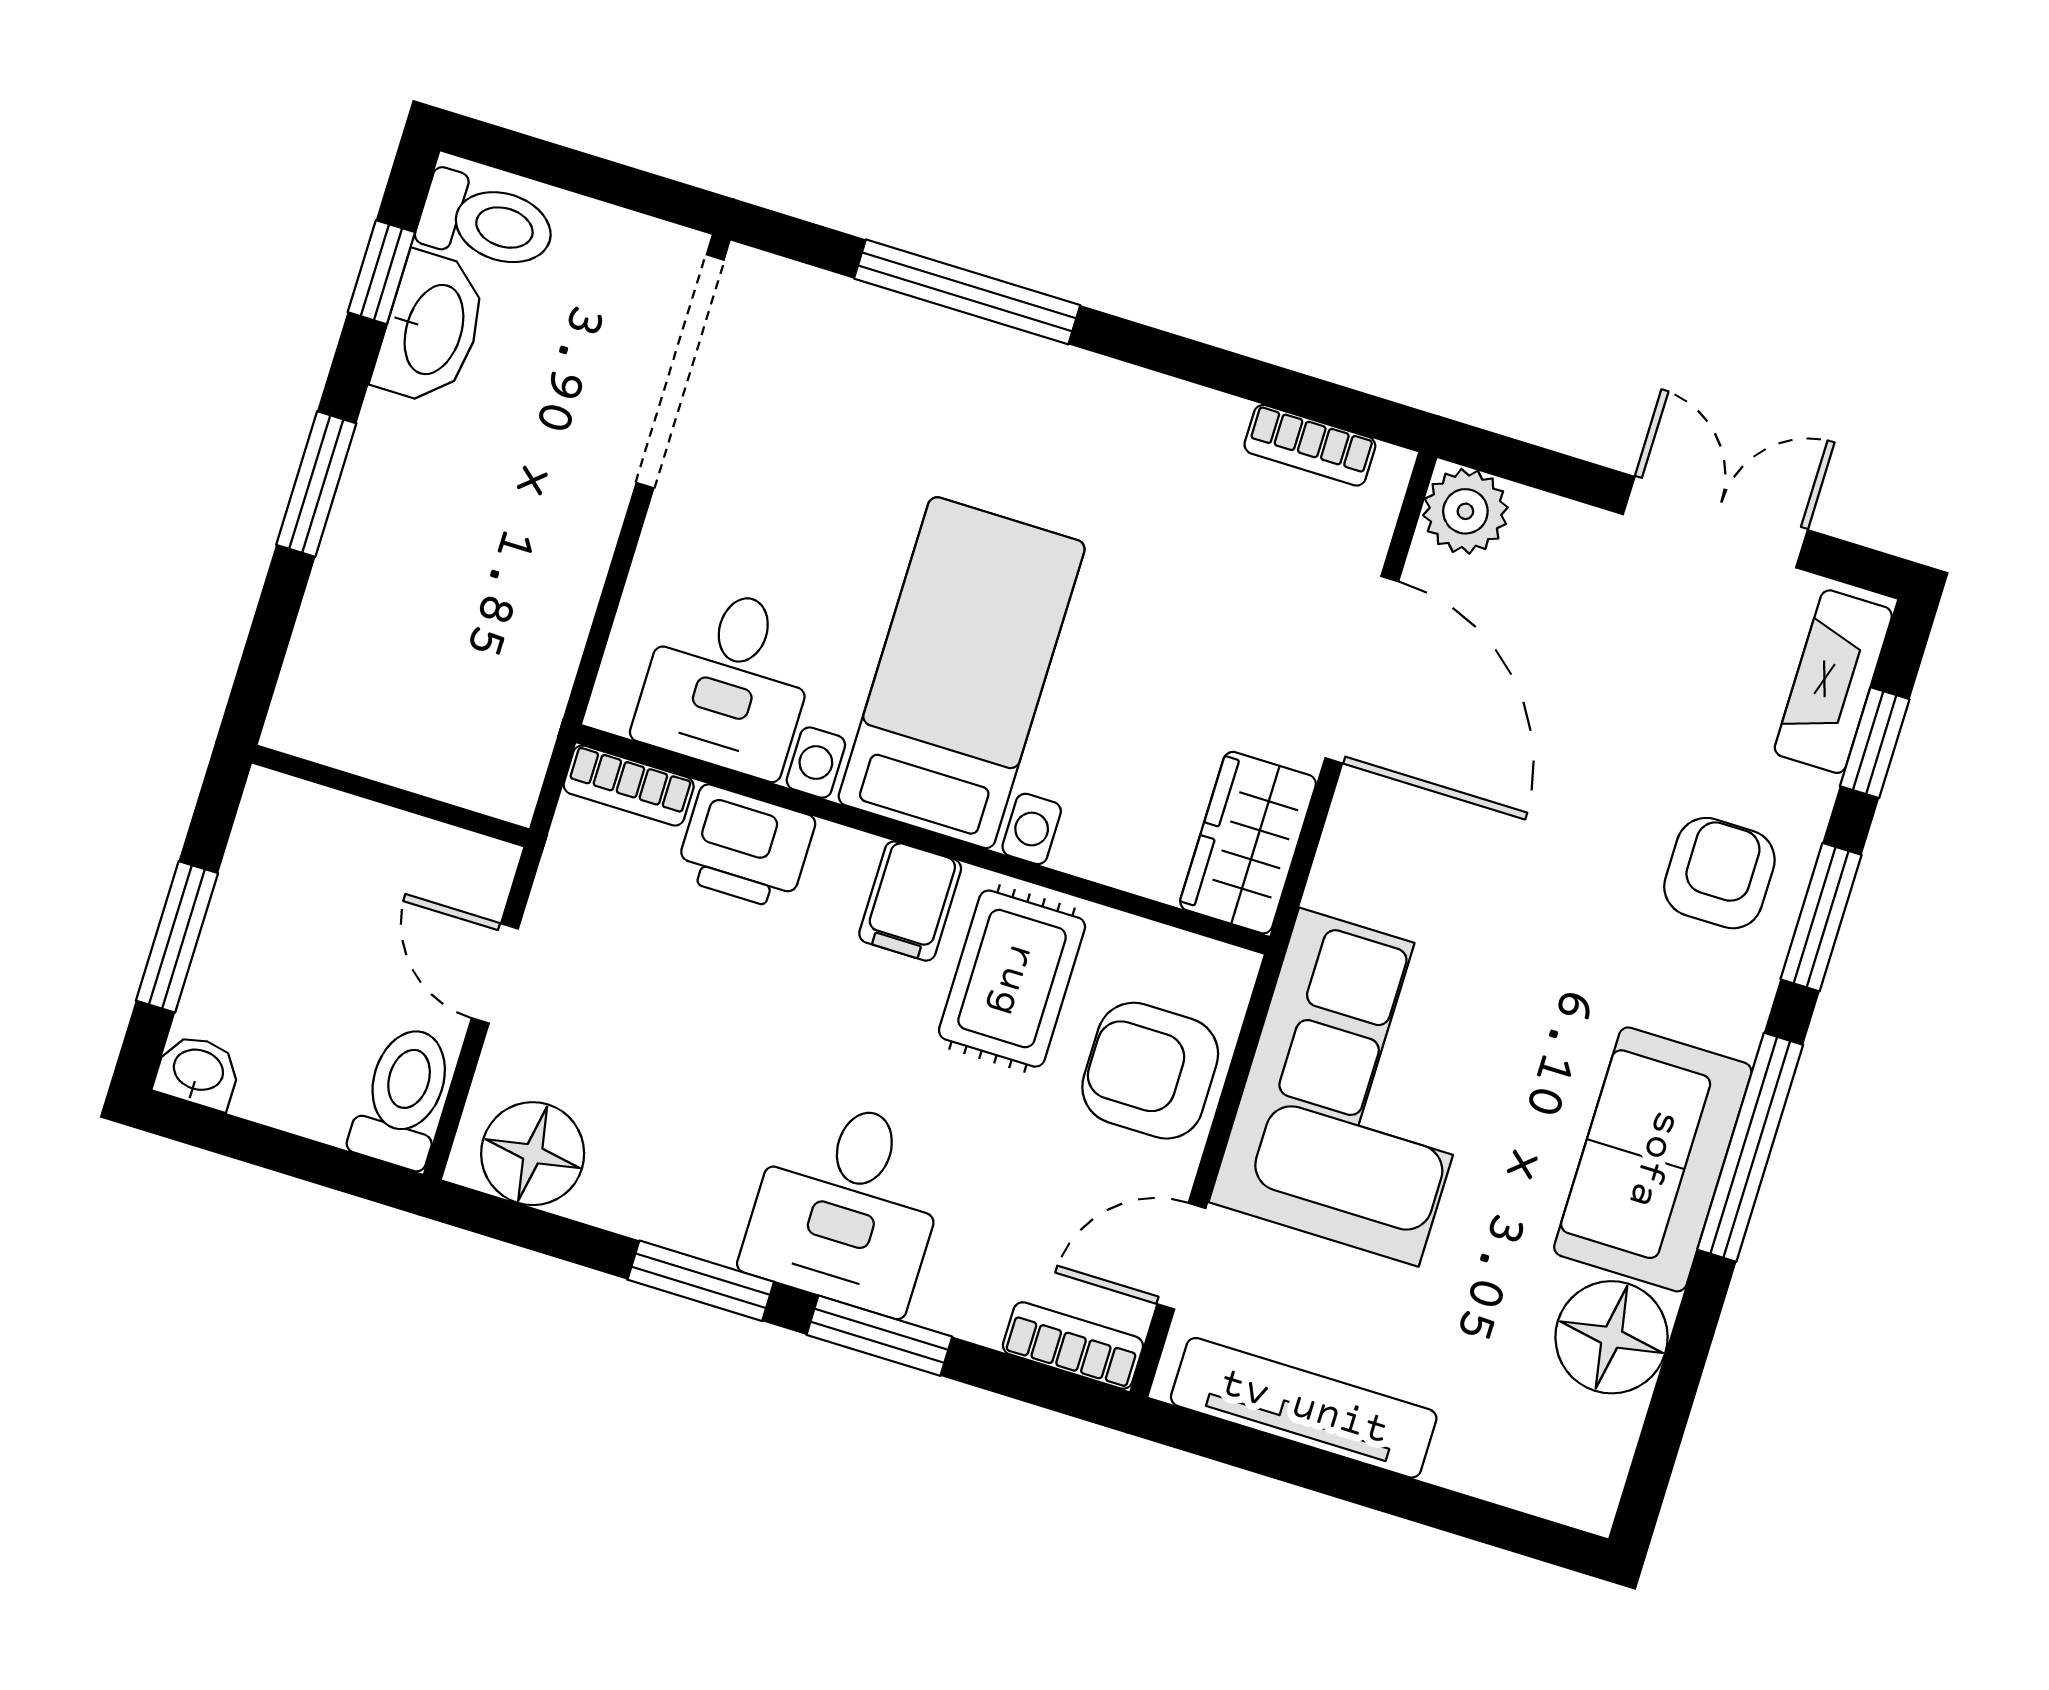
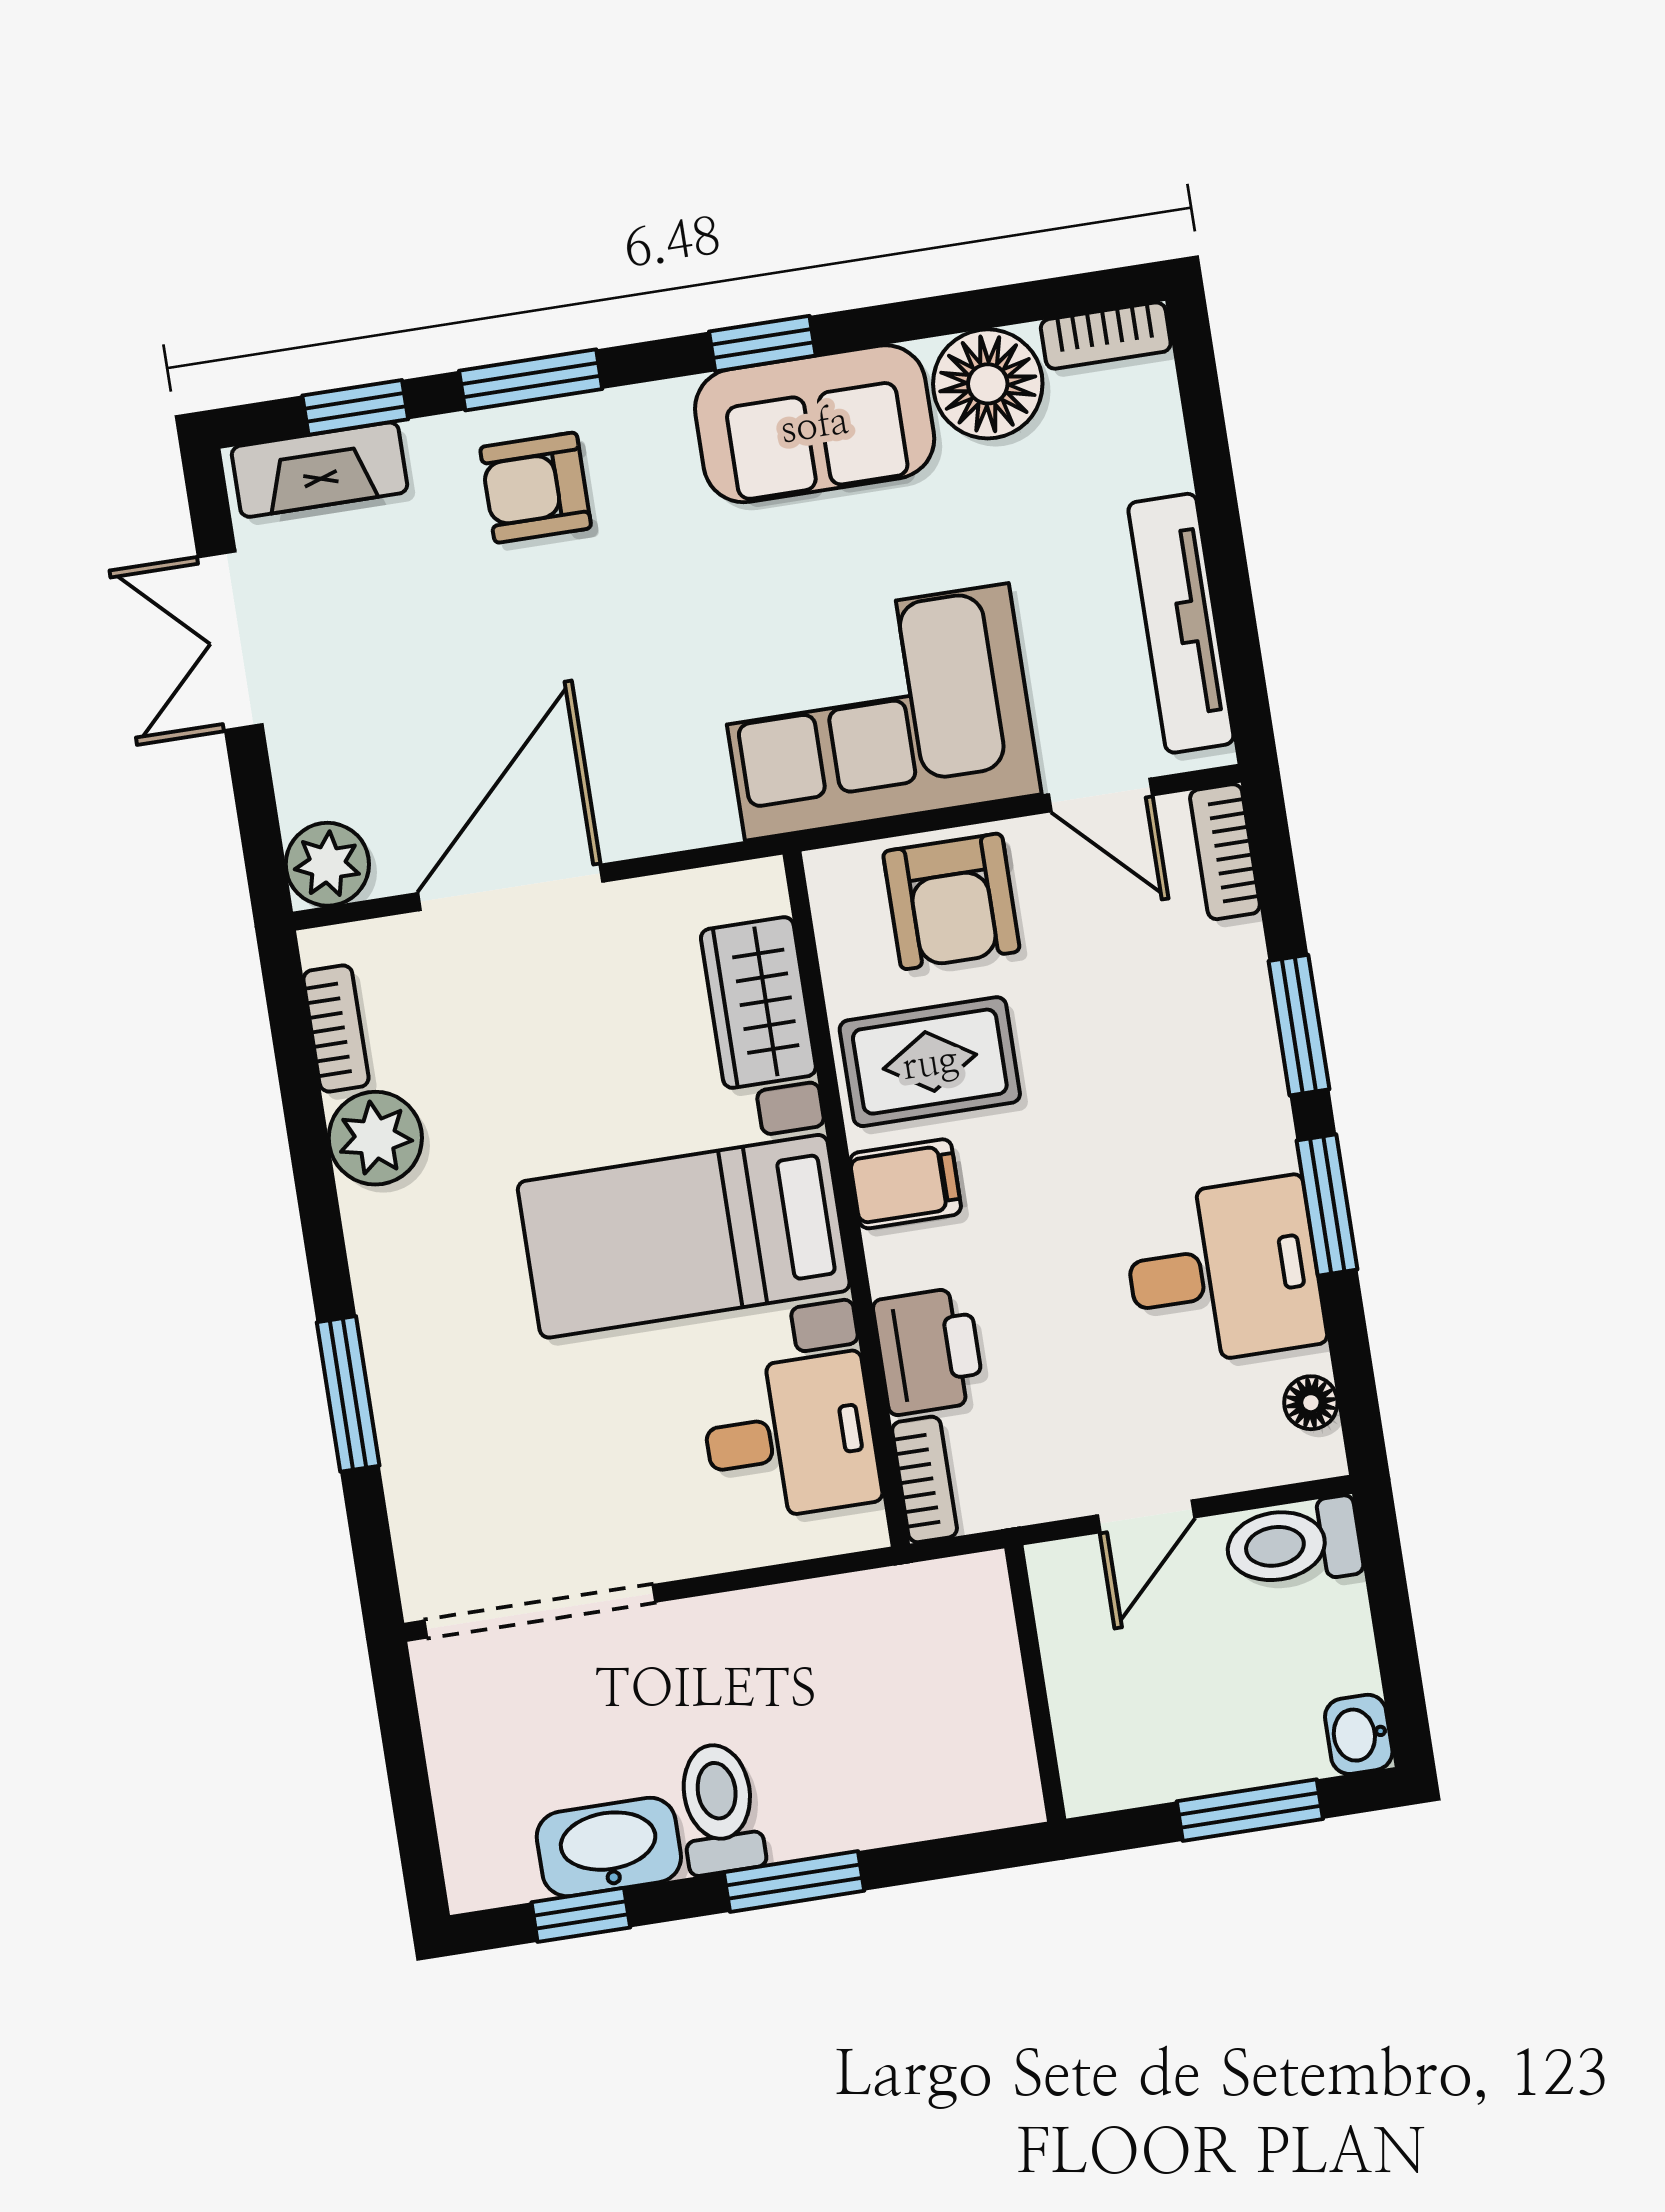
toilet: (487, 222) -> (719, 1808), moved
window: (967, 292) -> (348, 1394), width x0.69
plant: (1191, 432) -> (375, 1138), added
wardrobe: (1248, 843) -> (758, 1003), moved, turned 90
window: (1750, 1147) -> (762, 344), width x0.46
floor lamp: (533, 1154) -> (1311, 1403), width x0.53, depth x0.53
desk: (847, 1205) -> (1224, 1272), moved
bookcase: (1603, 1468) -> (1106, 336), added

